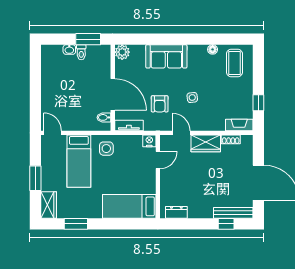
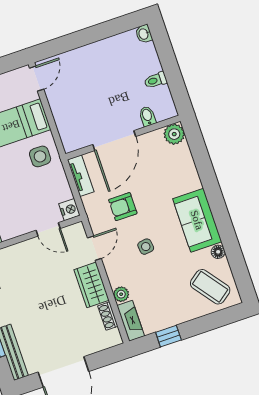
window: (88, 39) -> (176, 83), removed
washbasin: (69, 50) -> (144, 34), moved
sofa: (166, 56) -> (197, 220), moved
coffee table: (234, 63) -> (210, 287), turned 53
bidet: (104, 117) -> (147, 116), moved
plant: (219, 125) -> (121, 294), added

